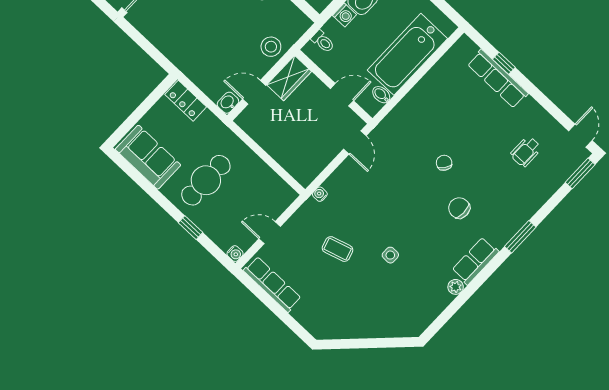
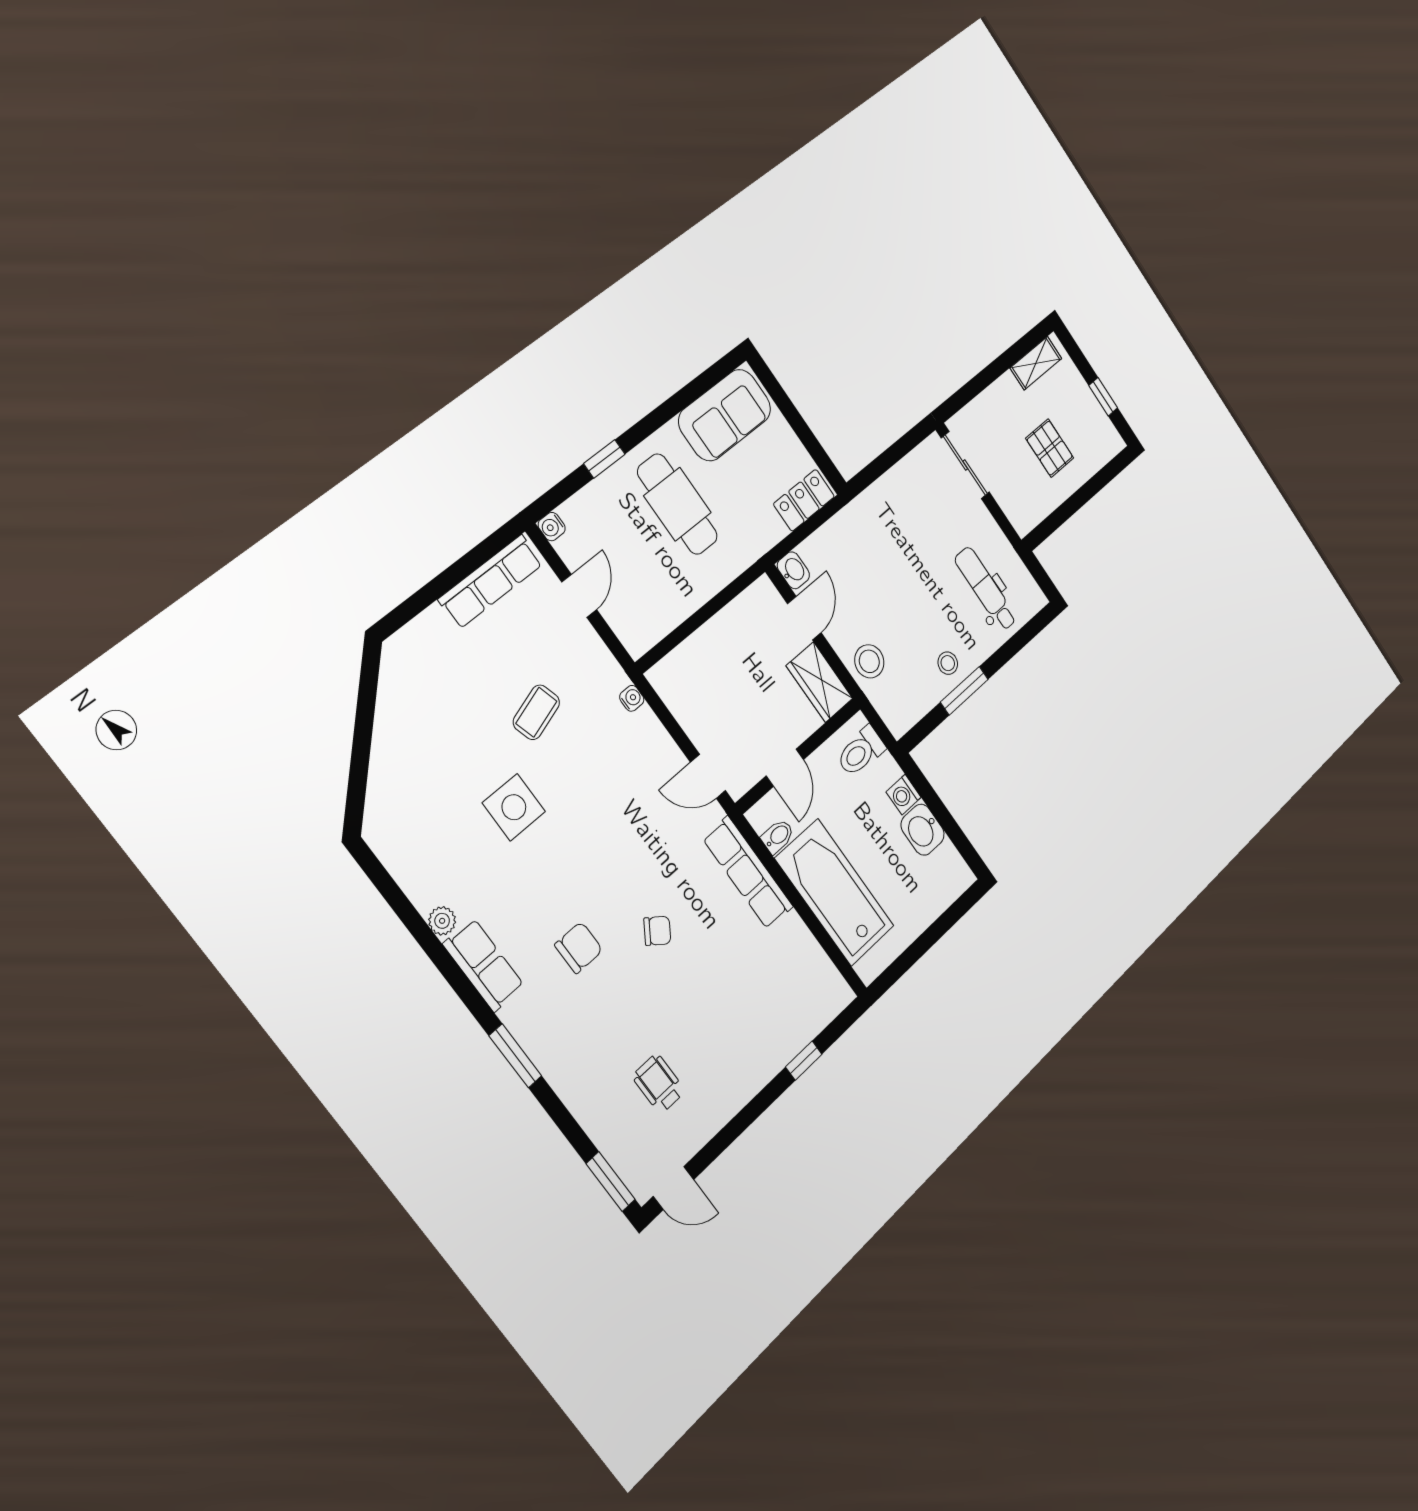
toilet: (323, 42) -> (861, 751), width x1.37, depth x1.39
row of seats: (498, 79) -> (748, 873), moved, turned -90
side table: (390, 255) -> (514, 807), width x1.87, depth x1.87

